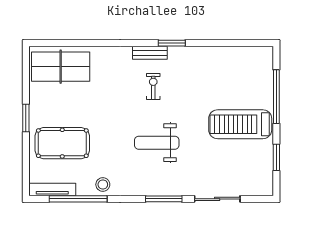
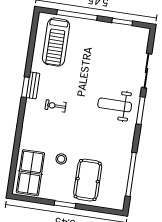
bench: (150, 53) -> (33, 85), moved
treadmill: (240, 124) -> (56, 42), moved
weight bench: (157, 143) -> (115, 105), moved, turned 90
stool: (103, 185) -> (61, 159), moved
tv unit: (52, 190) -> (121, 193), removed

